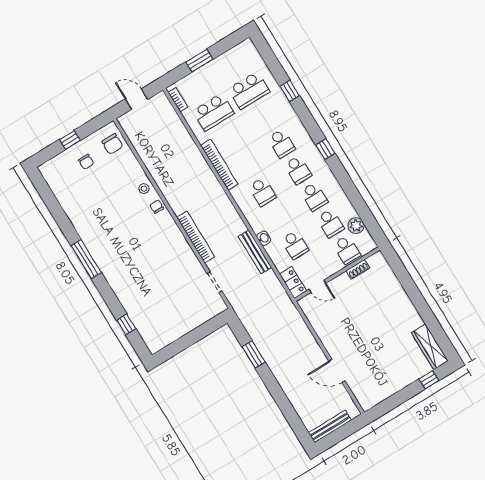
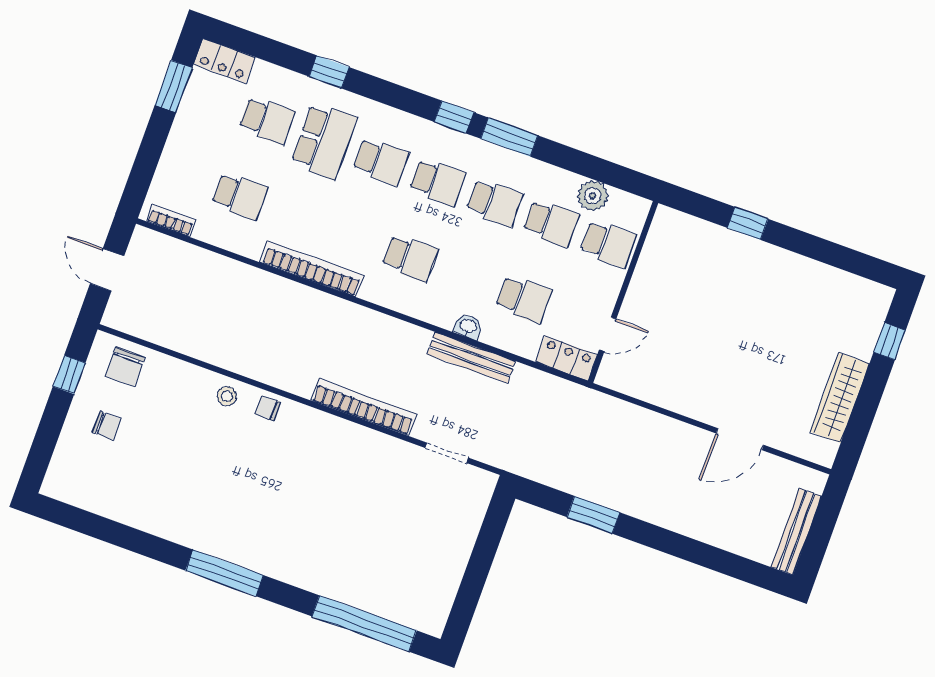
locker: (251, 53) -> (224, 61), added
window: (199, 61) -> (174, 86), moved
school desk: (249, 90) -> (267, 120), width x0.54
door: (136, 99) -> (107, 270), hinge flipped
school desk: (214, 112) -> (240, 196), width x0.54
school desk: (265, 117) -> (324, 141), added
window: (70, 140) -> (69, 375), moved
chair: (112, 144) -> (125, 367), turned 90
window: (341, 175) -> (509, 137), added
shoe rack: (358, 269) -> (648, 260), removed
window: (410, 287) -> (748, 223), added
window: (126, 324) -> (364, 623), width x3.17
wardrobe: (430, 347) -> (840, 398), moved, turned 90

